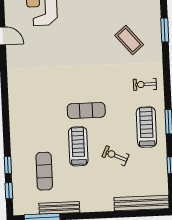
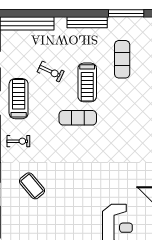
treadmill: (146, 127) -> (19, 99), turned 180
bench: (59, 208) -> (87, 22), moved

